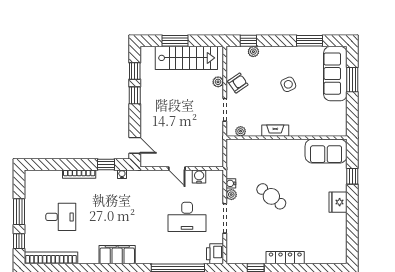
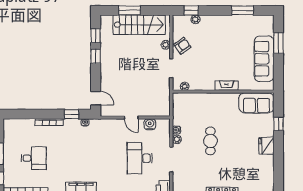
sofa: (335, 74) -> (264, 59), moved
side table: (288, 84) -> (225, 47), removed
fireplace: (275, 131) -> (227, 86), moved
cafe table: (271, 196) -> (210, 141), turned 51
desk: (187, 217) -> (140, 158), turned 90

